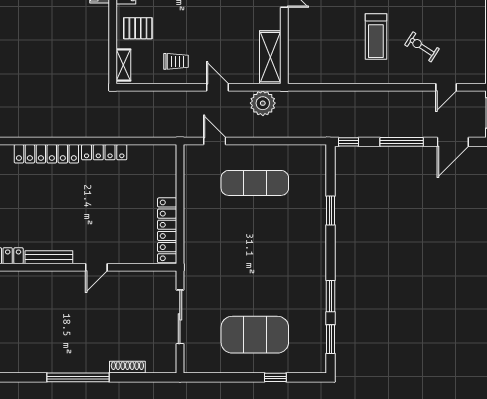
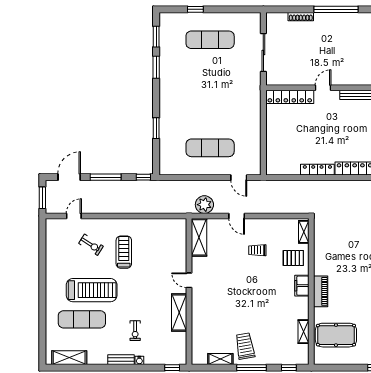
trolley: (176, 61) -> (257, 250), moved
locker: (167, 230) -> (290, 97), moved, turned 90
exercise mat: (255, 335) -> (210, 40), width x0.68

